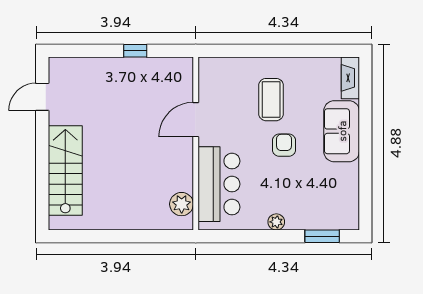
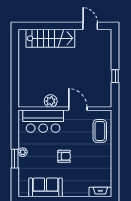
coffee table: (271, 100) -> (100, 131), moved, turned 90
sofa: (342, 131) -> (46, 187), moved
plant: (182, 204) -> (51, 101), moved
window: (322, 236) -> (15, 159), moved

